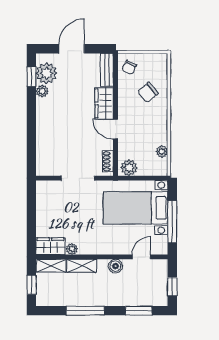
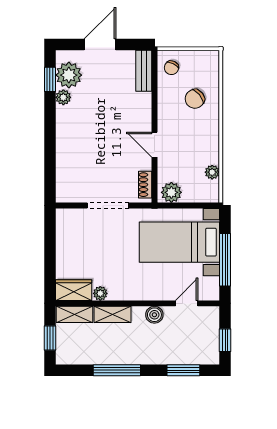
wardrobe: (104, 103) -> (140, 112), removed

